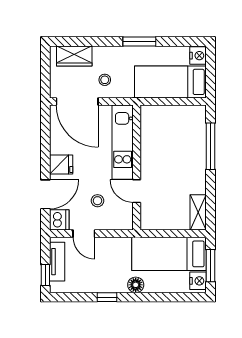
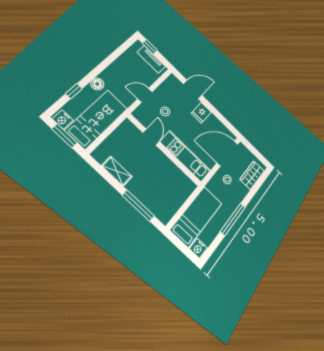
window: (139, 42) -> (233, 219), width x1.44
door: (137, 191) -> (151, 137), hinge flipped
door: (45, 194) -> (193, 90), swing flipped
shelving: (198, 212) -> (117, 171), moved
dishwasher: (59, 220) -> (173, 83), removed
door: (84, 234) -> (145, 95), moved
window: (107, 297) -> (74, 91), moved

